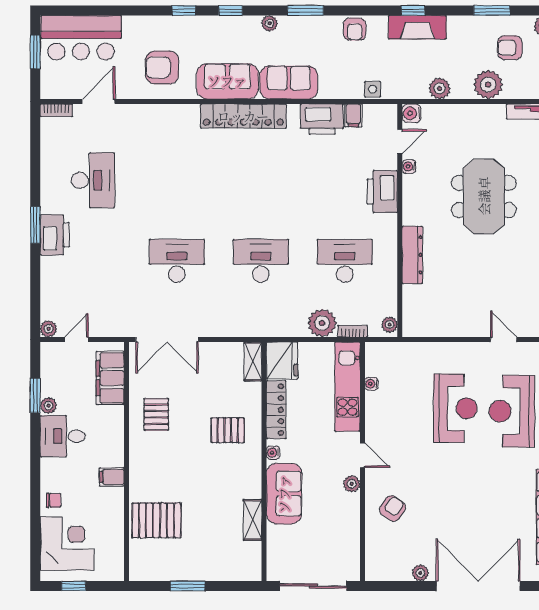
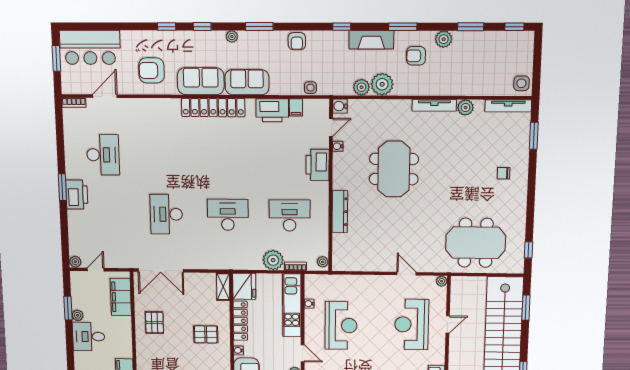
fireplace: (417, 27) -> (371, 40), moved
plant: (488, 85) -> (382, 84), moved
desk: (177, 261) -> (166, 214), turned -90
reception desk: (455, 408) -> (341, 325), moved

